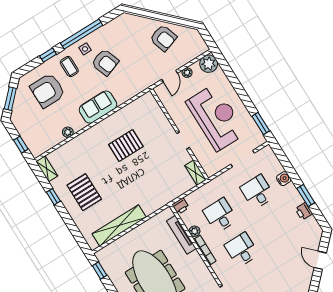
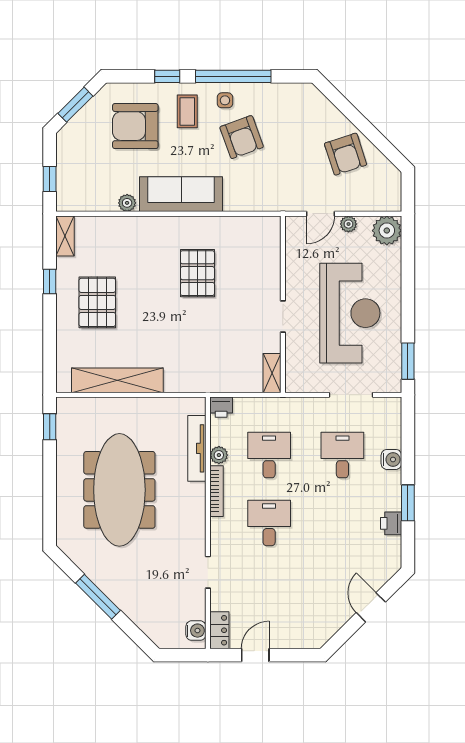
sofa: (98, 107) -> (181, 194), width x1.36
pallet: (126, 146) -> (197, 273), turned 90

